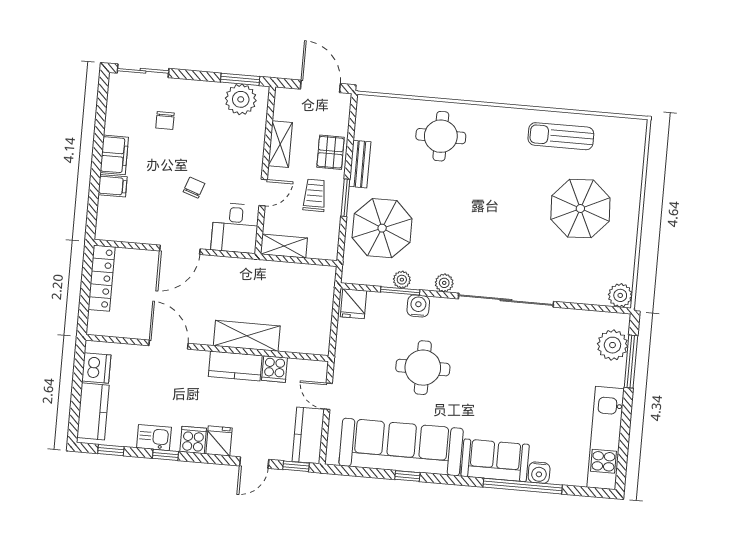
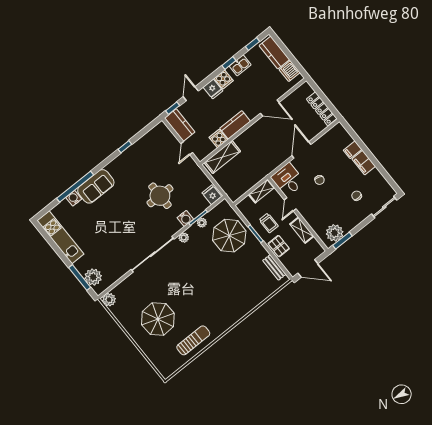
round table: (441, 136) -> (241, 295), removed
bench: (360, 164) -> (274, 267), moved
shelving: (247, 336) -> (222, 157), moved
door: (328, 396) -> (187, 148), swing flipped
sofa: (401, 447) -> (138, 156), removed

